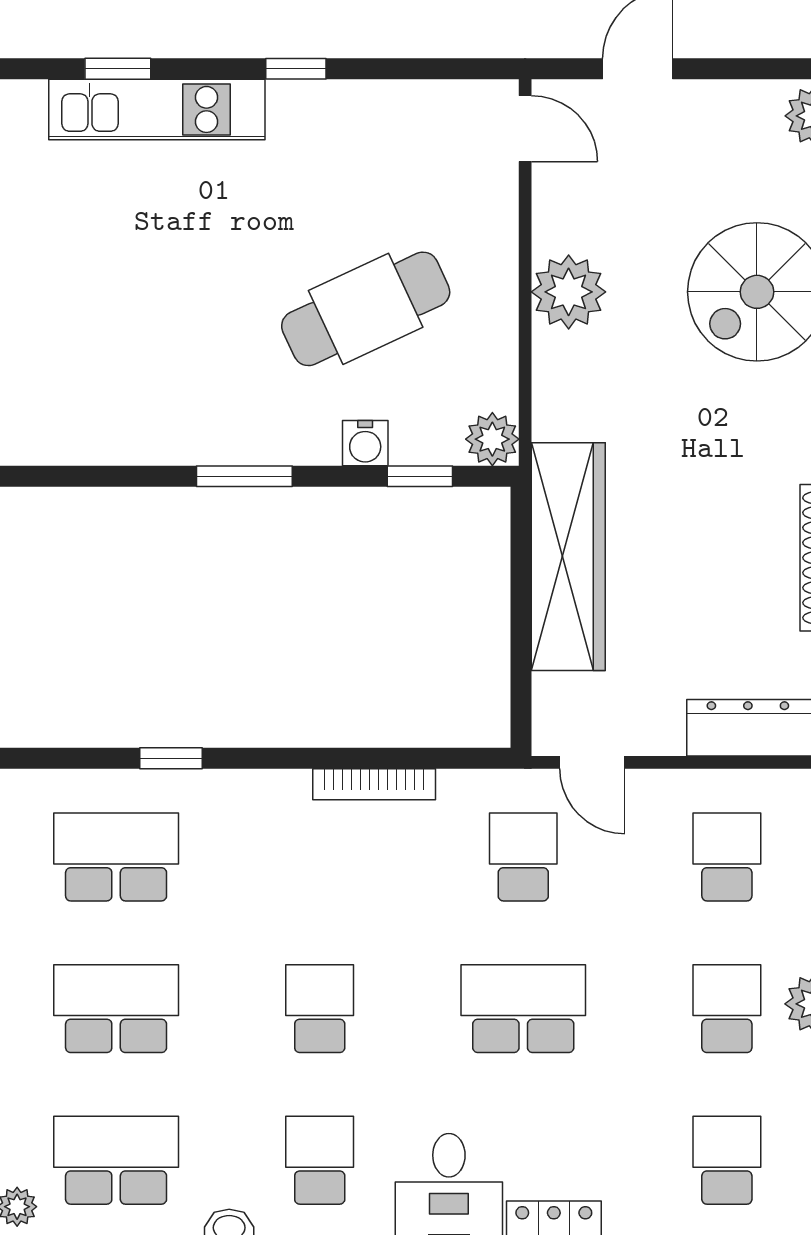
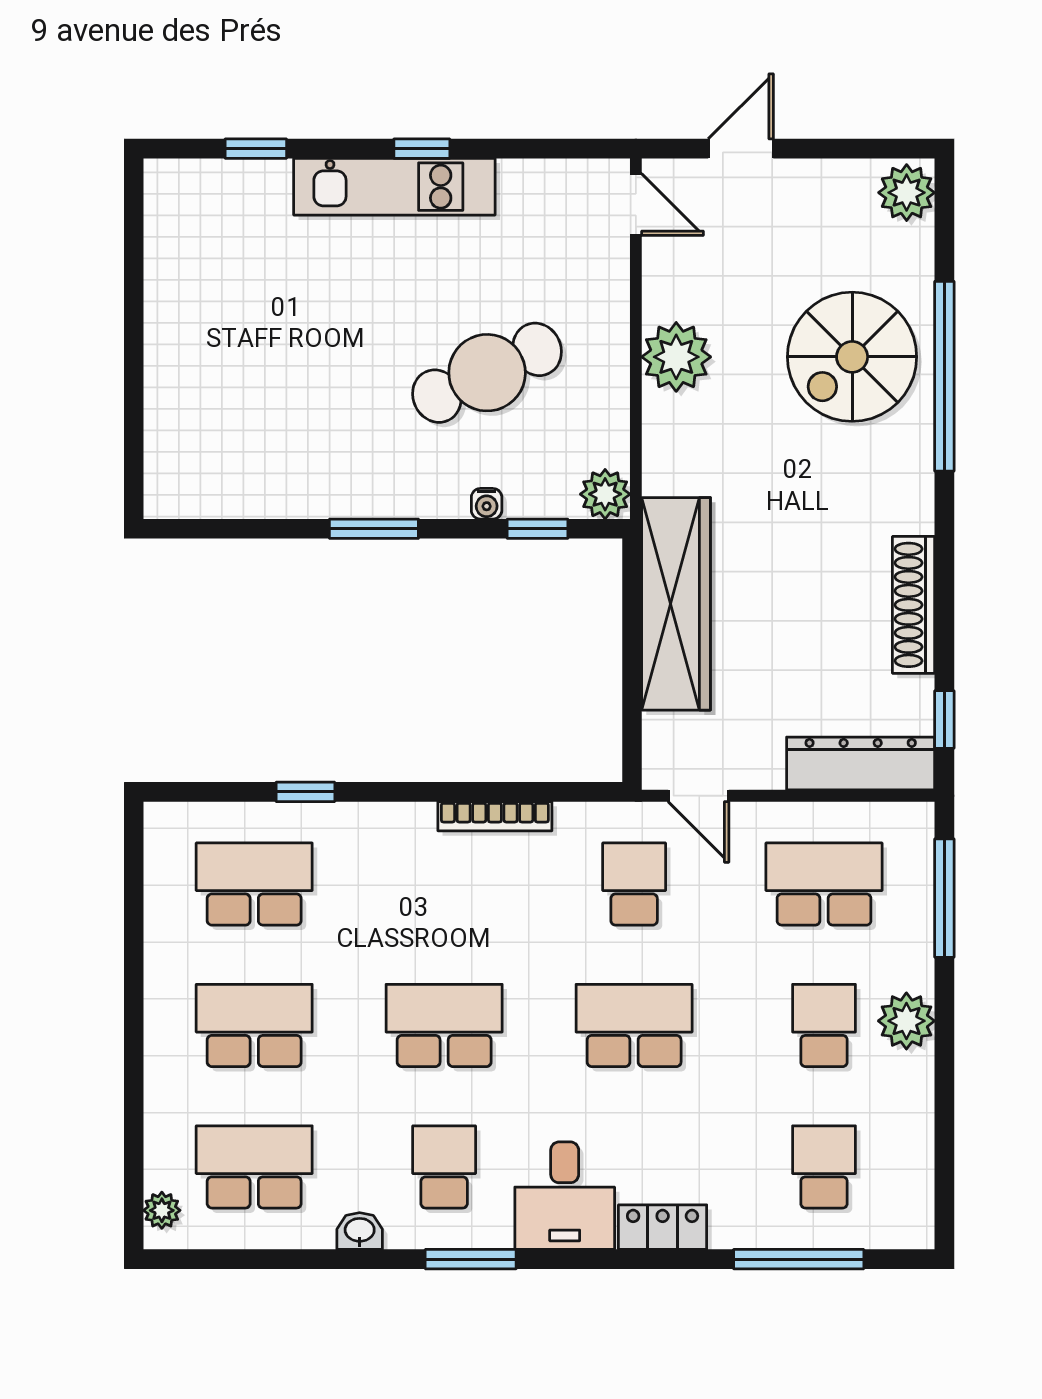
kitchen unit: (157, 109) -> (394, 187), moved
water cooler: (365, 443) -> (487, 504), width x0.72, depth x0.72
school desk: (727, 857) -> (824, 884), width x1.85
school desk: (320, 1009) -> (444, 1025), width x1.85

